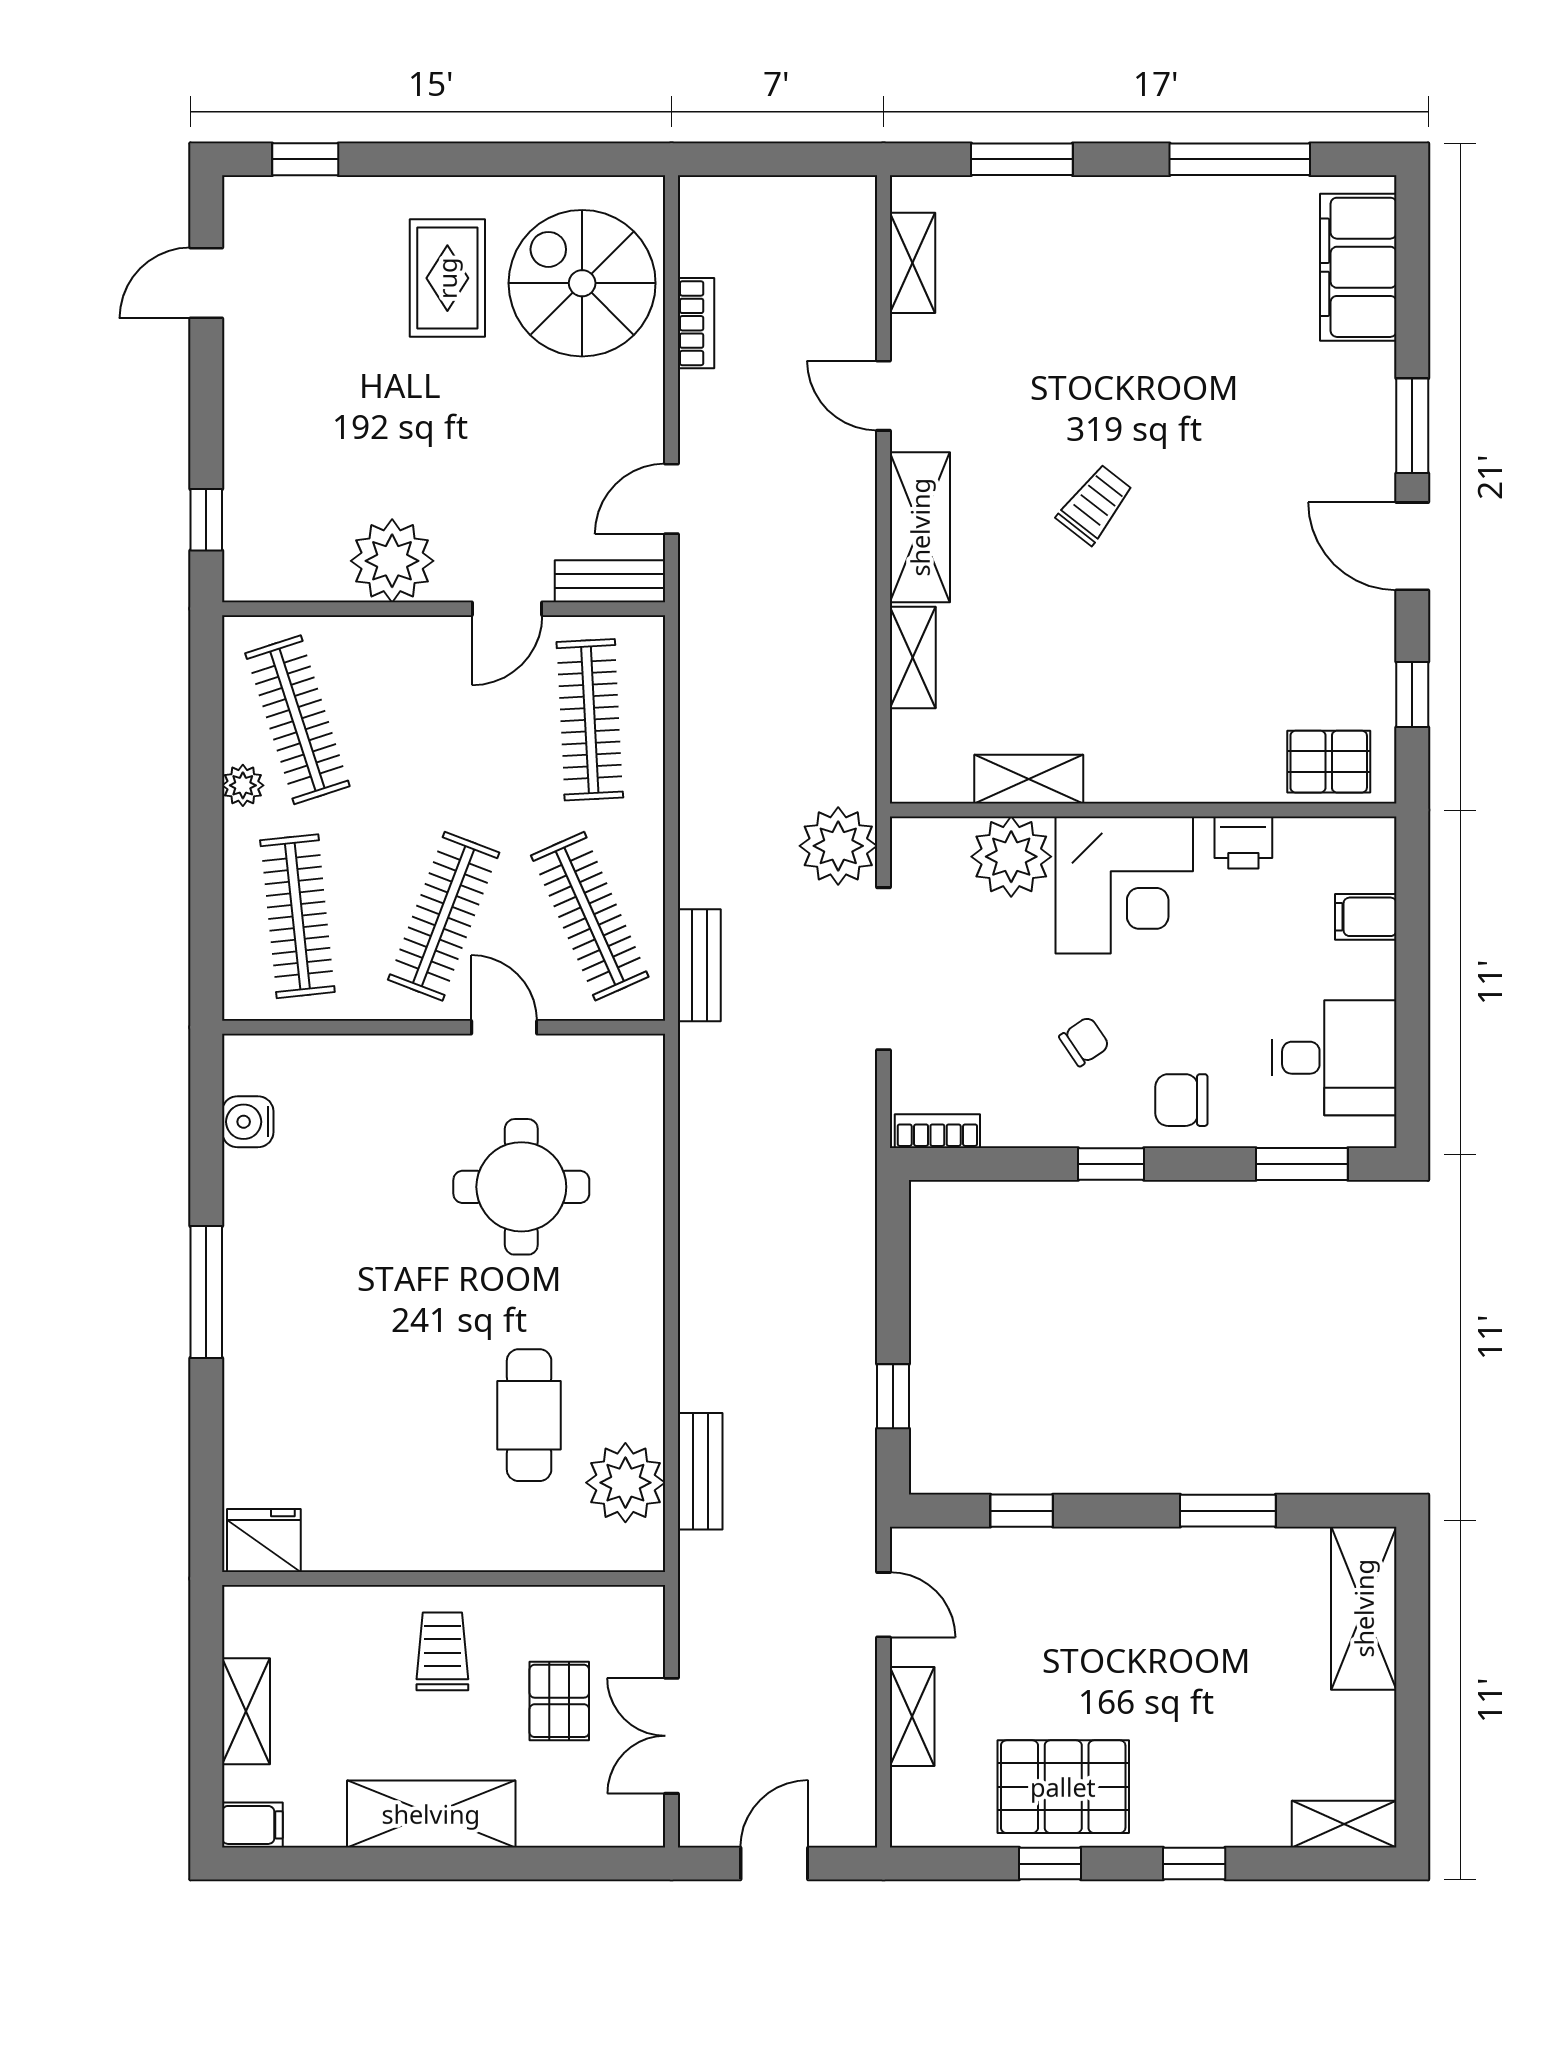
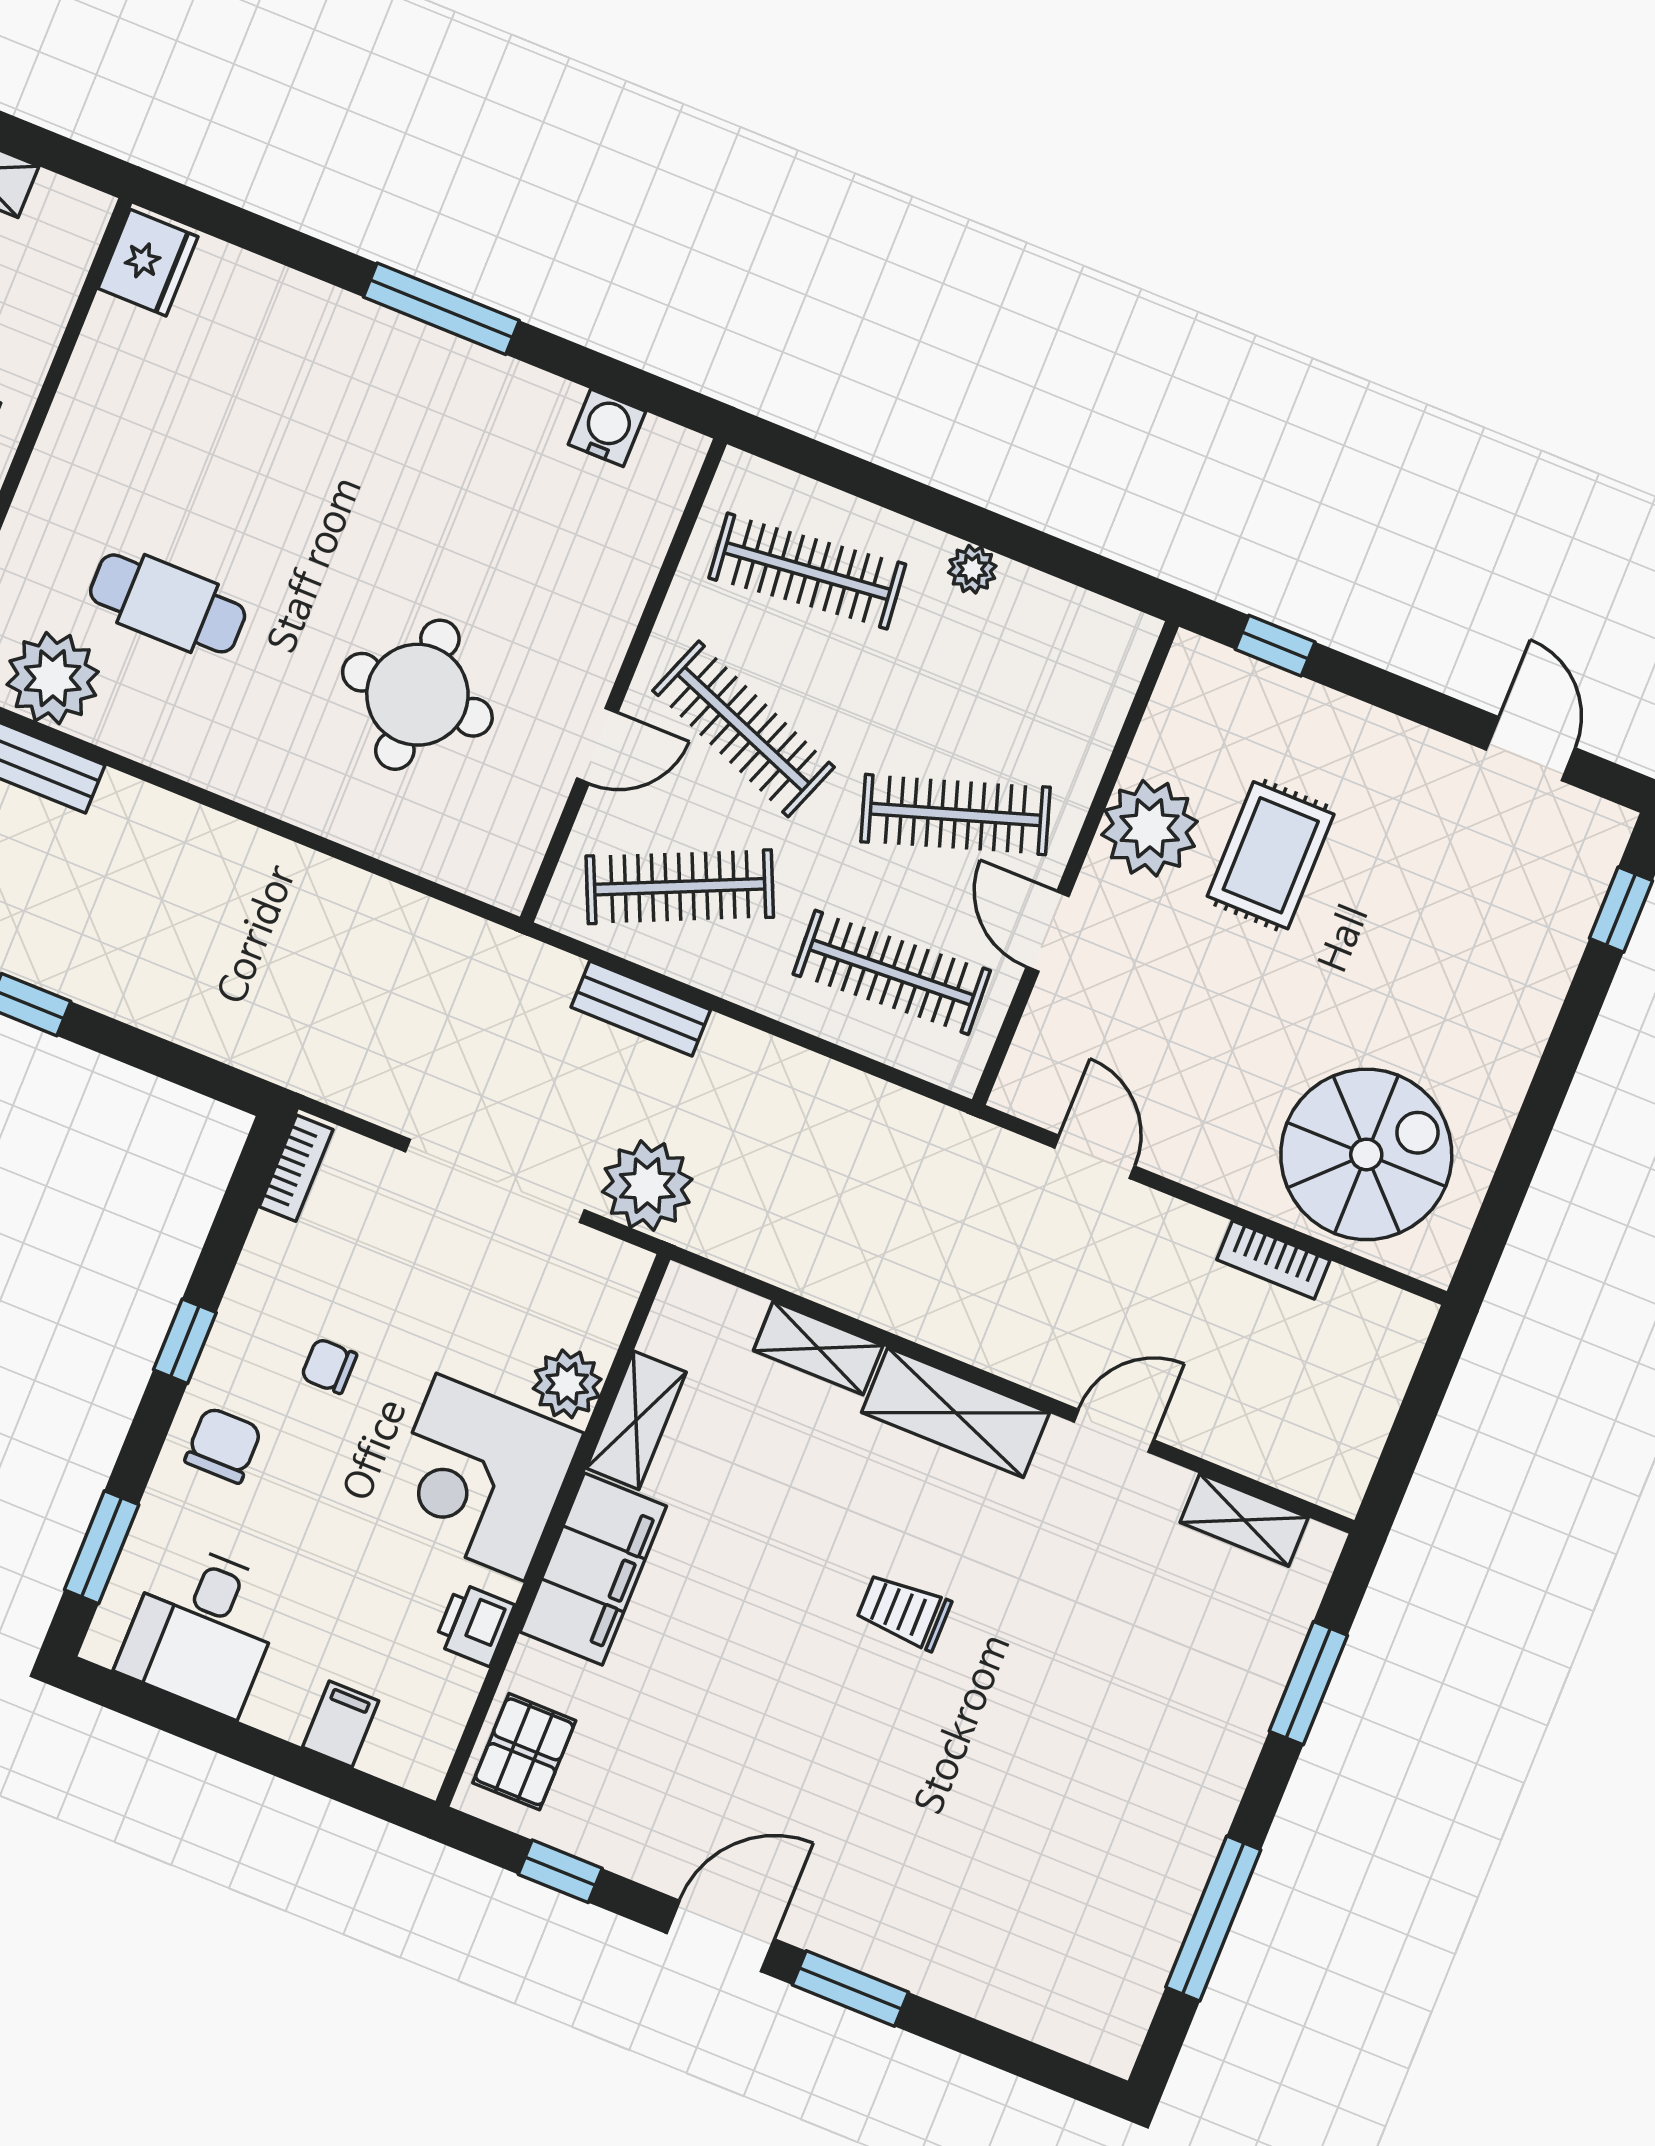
filing cabinet: (1358, 267) -> (593, 1569), moved, turned 90
rug: (447, 278) -> (1271, 855), moved, turned 90
trolley: (1095, 504) -> (904, 1612), turned 142
bench: (610, 581) -> (1032, 1055), removed
clothes rail: (297, 720) -> (955, 815), moved
plant: (1011, 857) -> (567, 1384), width x0.73, depth x0.73
bench: (699, 965) -> (641, 1008), moved
chair: (1084, 1041) -> (329, 1366), turned 124

